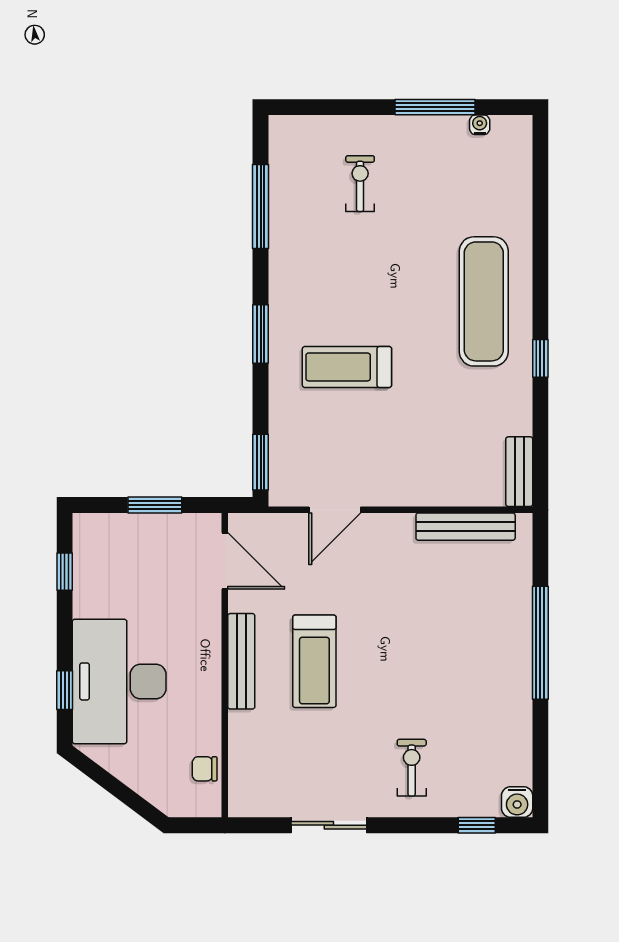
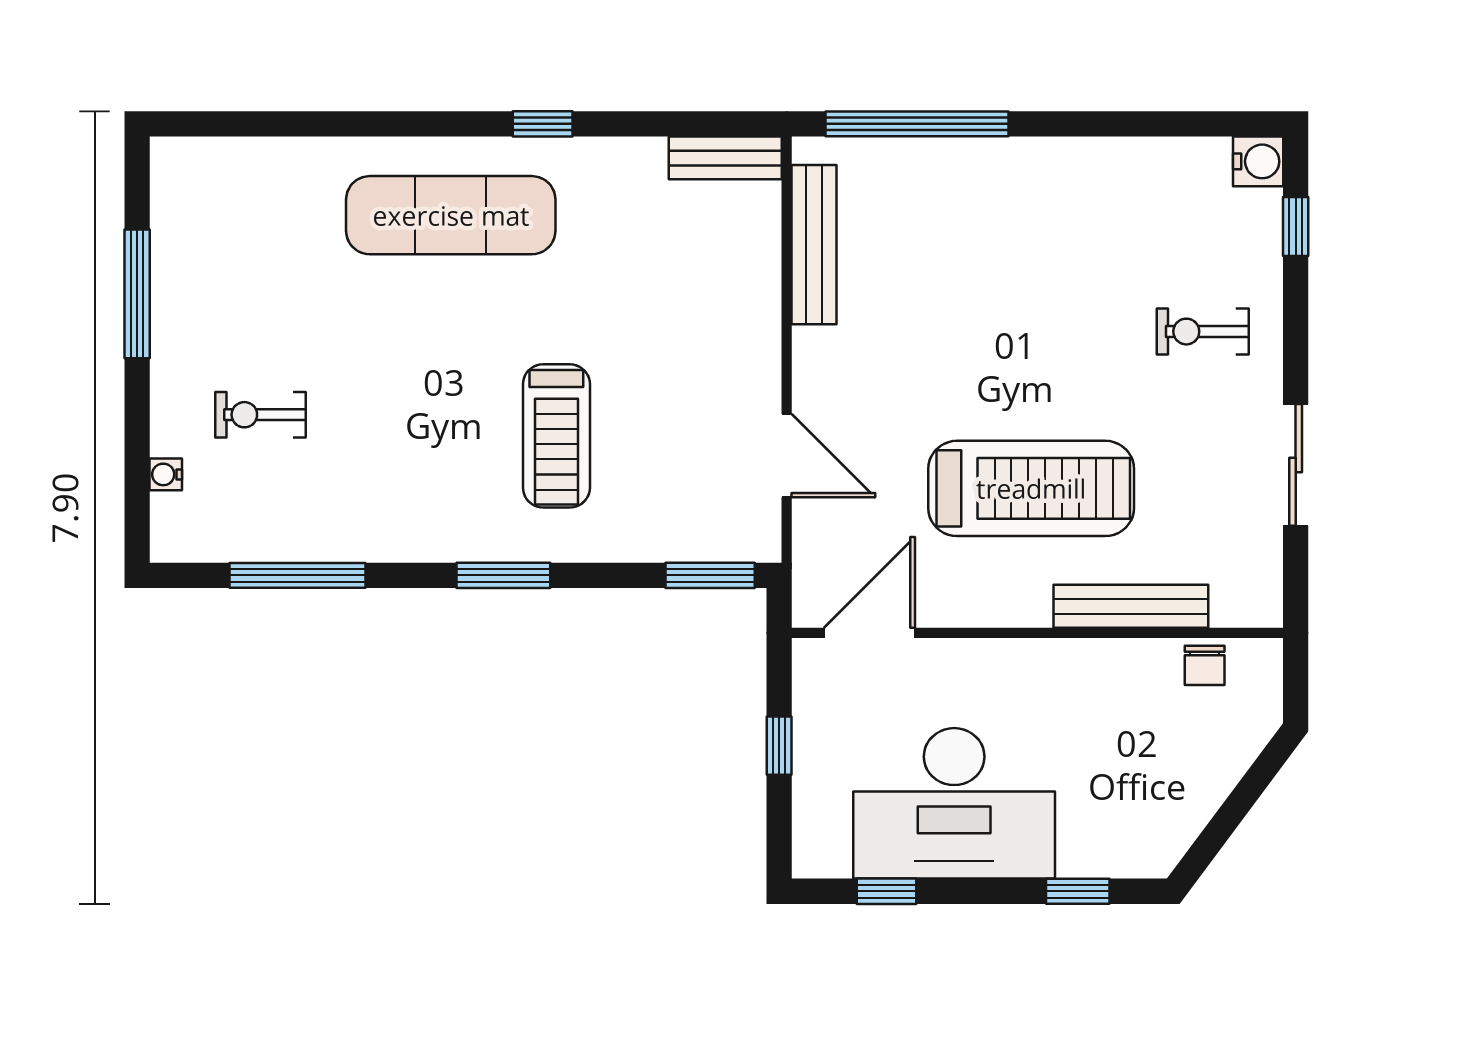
water cooler: (480, 125) -> (166, 474), moved
window: (155, 505) -> (779, 746), width x0.67
window: (540, 643) -> (917, 124), moved
bench: (241, 661) -> (1131, 606), moved
treadmill: (314, 661) -> (1031, 488), width x1.37, depth x1.38
desk: (119, 681) -> (954, 803), moved

